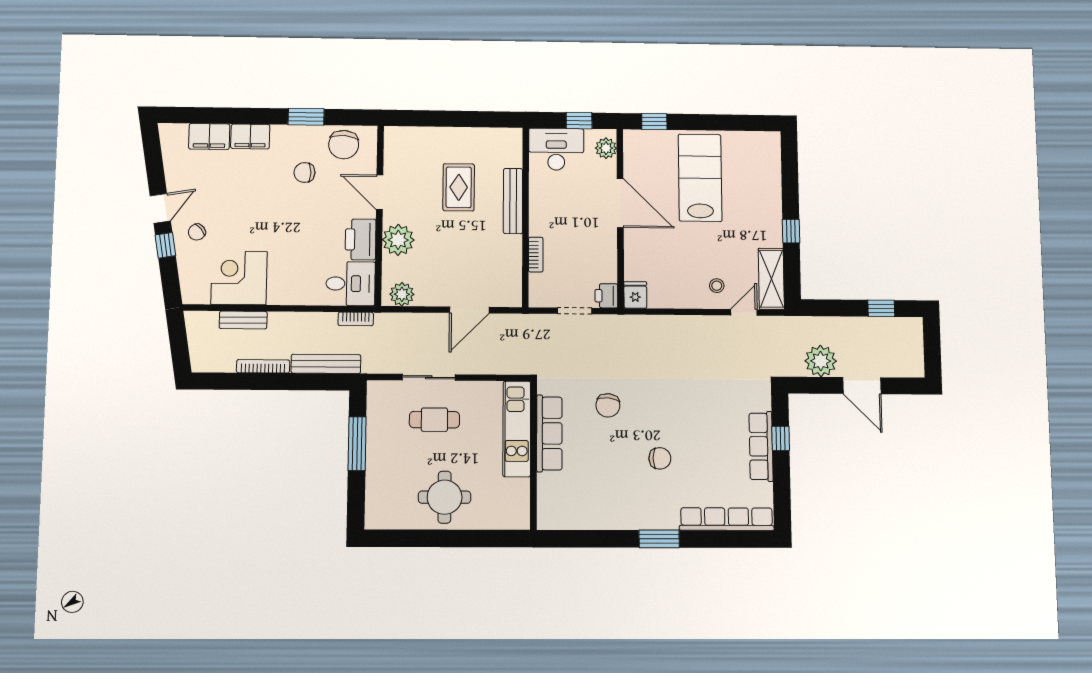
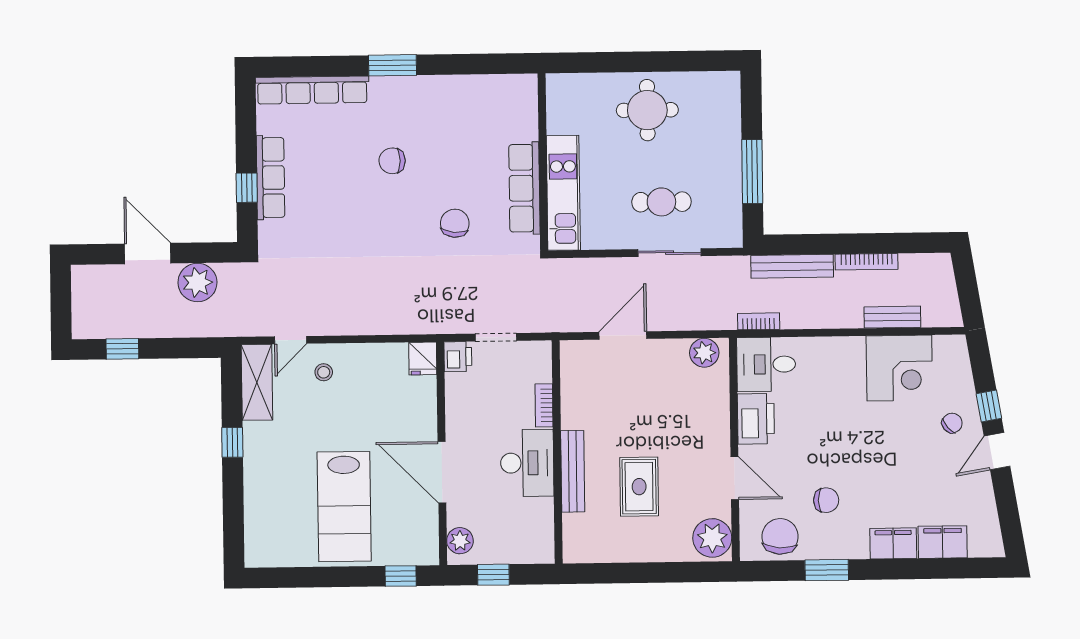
desk: (556, 149) -> (527, 463), moved, turned -90
plant: (398, 240) -> (712, 538), moved

